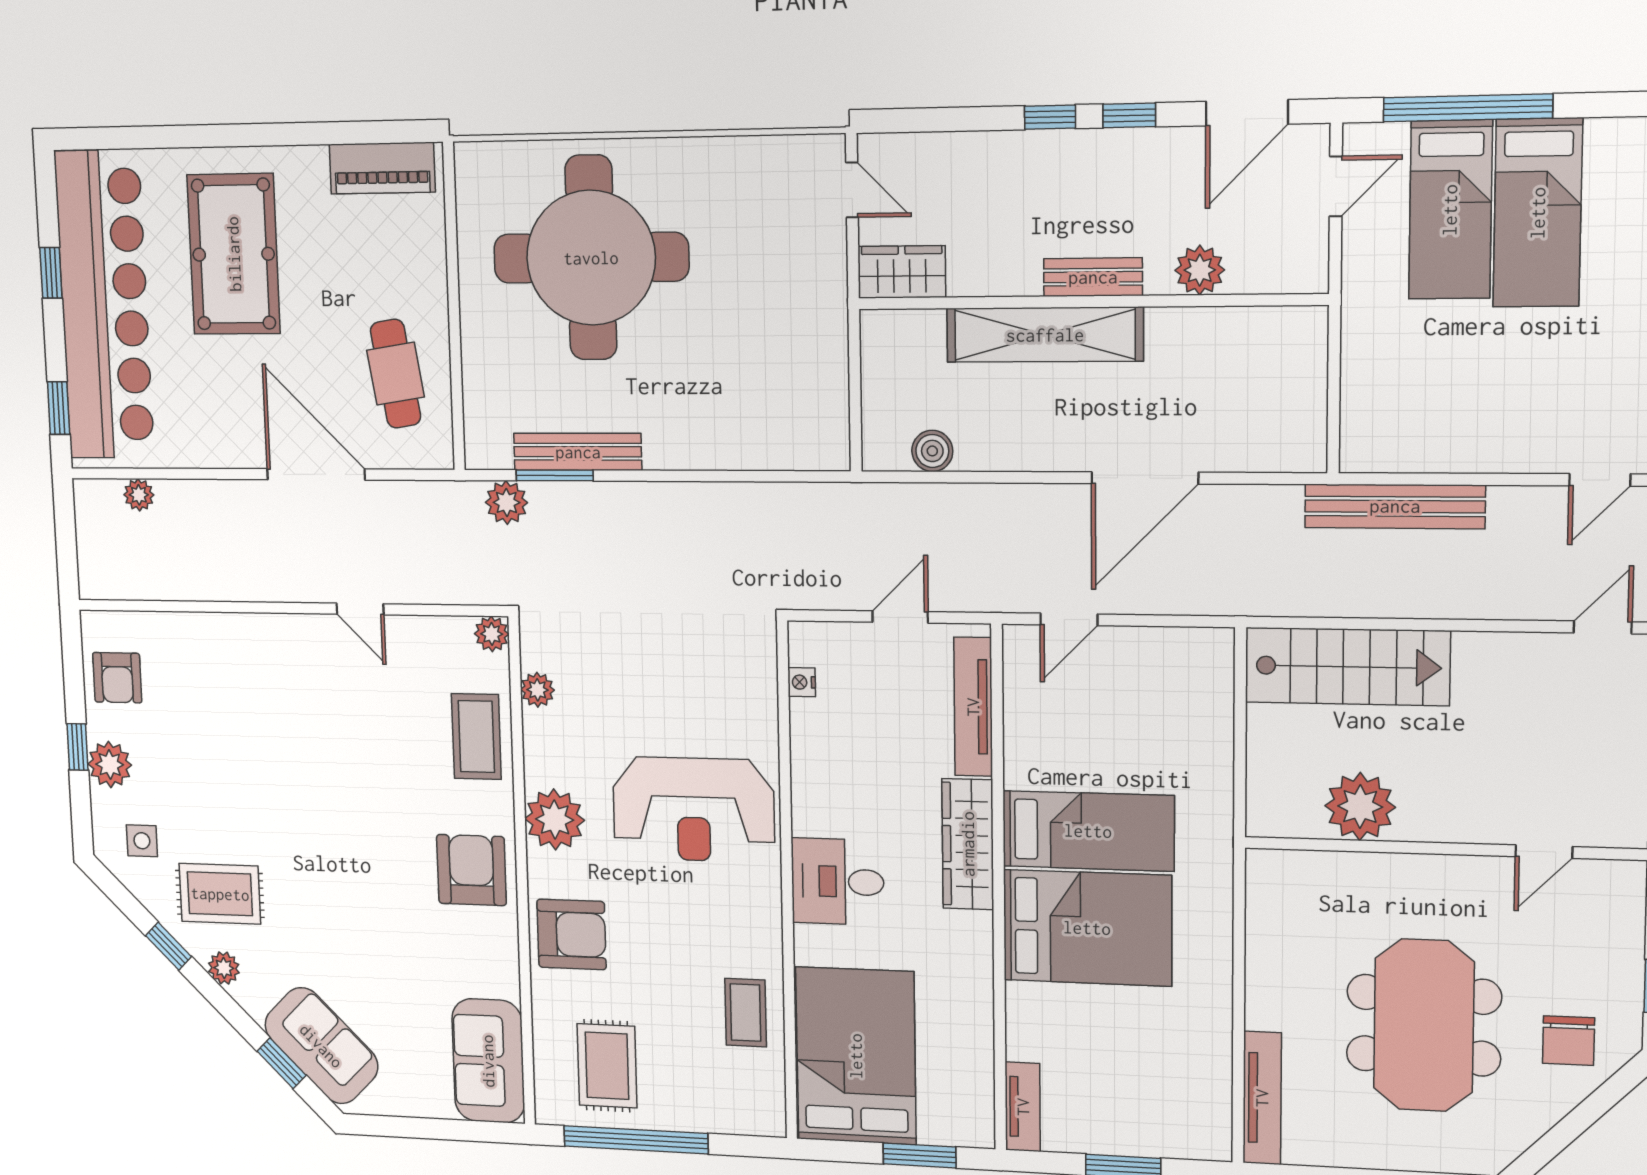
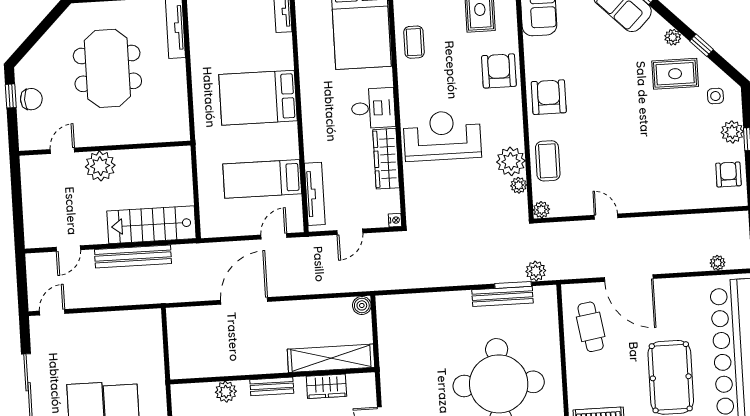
wardrobe: (902, 272) -> (326, 386), moved
shelving: (1045, 335) -> (331, 358), moved
boiler: (932, 451) -> (362, 305), moved
bench: (1395, 506) -> (133, 256), moved
door: (1603, 627) -> (68, 249), moved
nightstand: (802, 682) -> (395, 220), moved
plant: (1360, 807) -> (100, 166), moved
plant: (555, 820) -> (511, 161), moved
bed: (1088, 831) -> (262, 179), moved
wardrobe: (968, 844) -> (386, 159), moved, turned 180
armchair: (471, 870) -> (549, 97), turned 180
armchair: (572, 934) -> (499, 71), turned 90
chair: (1568, 1041) -> (31, 99), moved, turned 90

